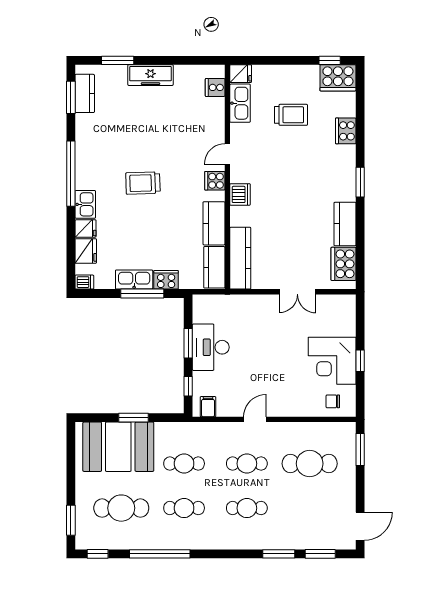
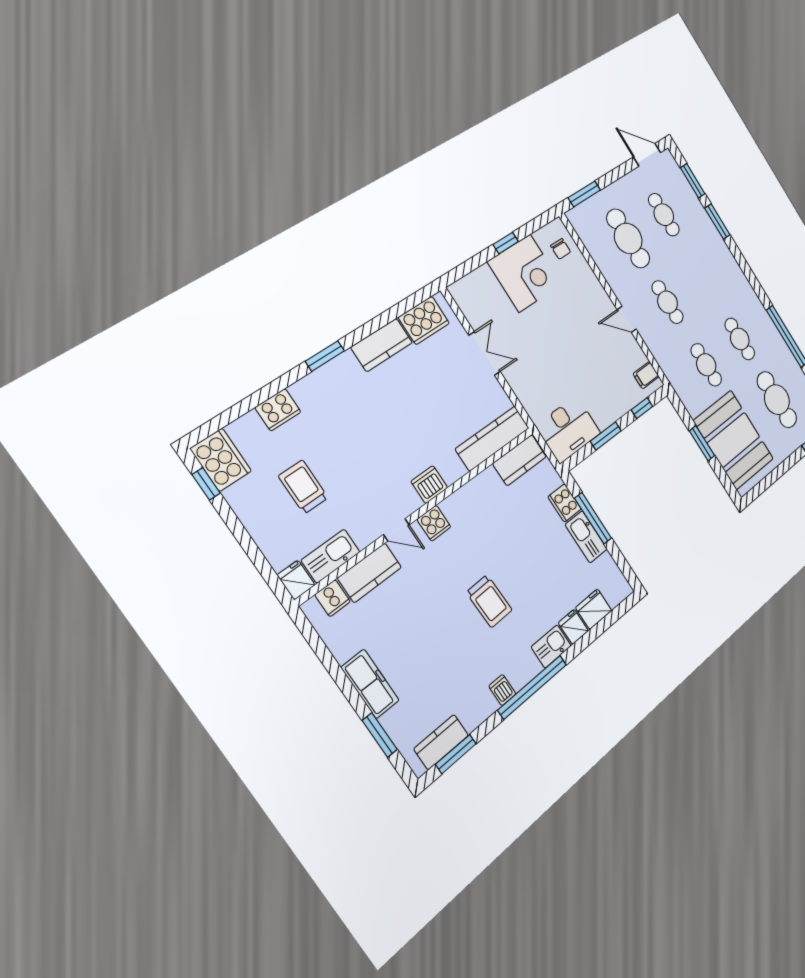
kitchen counter: (214, 223) -> (370, 573), moved
dishwasher: (84, 282) -> (502, 690), moved
desk: (211, 347) -> (568, 429), moved
cafe table: (247, 508) -> (664, 215), moved

